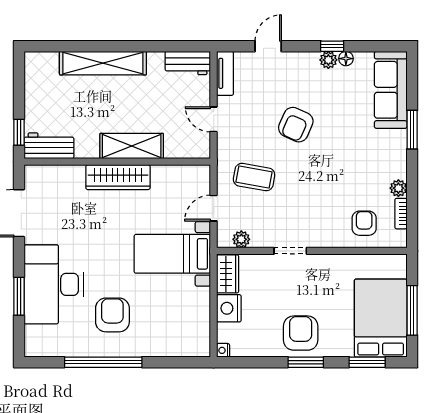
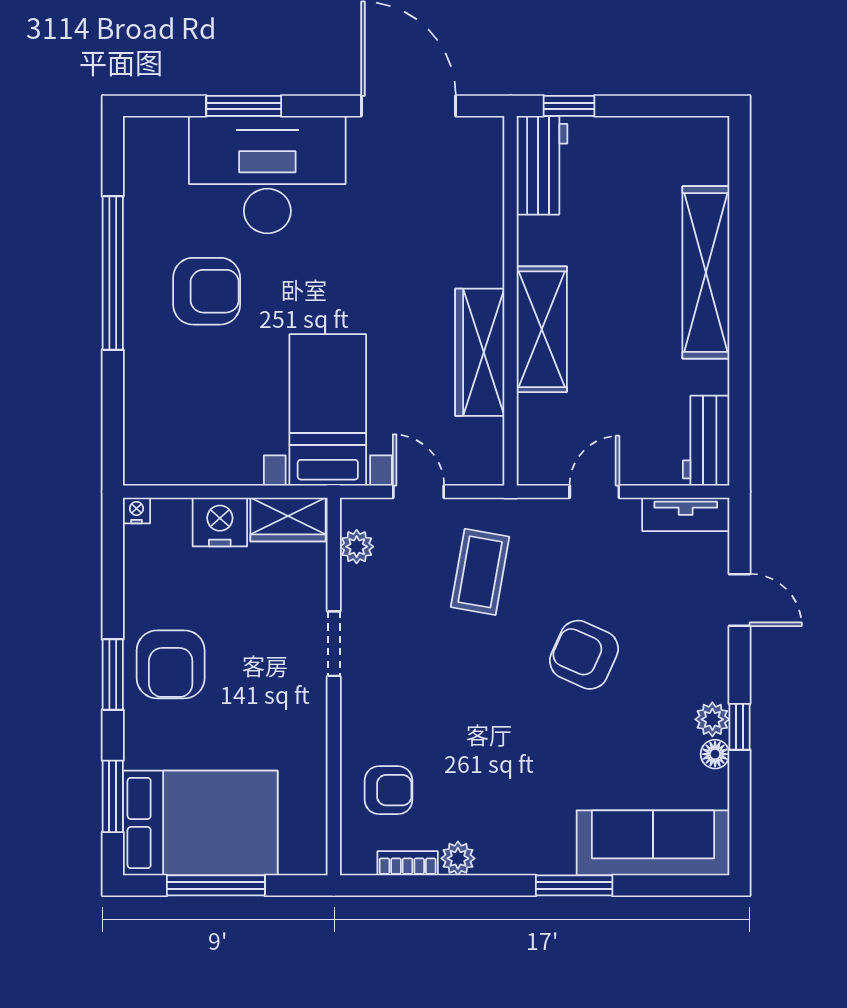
wardrobe: (118, 177) -> (480, 352), moved
armchair: (301, 333) -> (171, 664), turned 90

